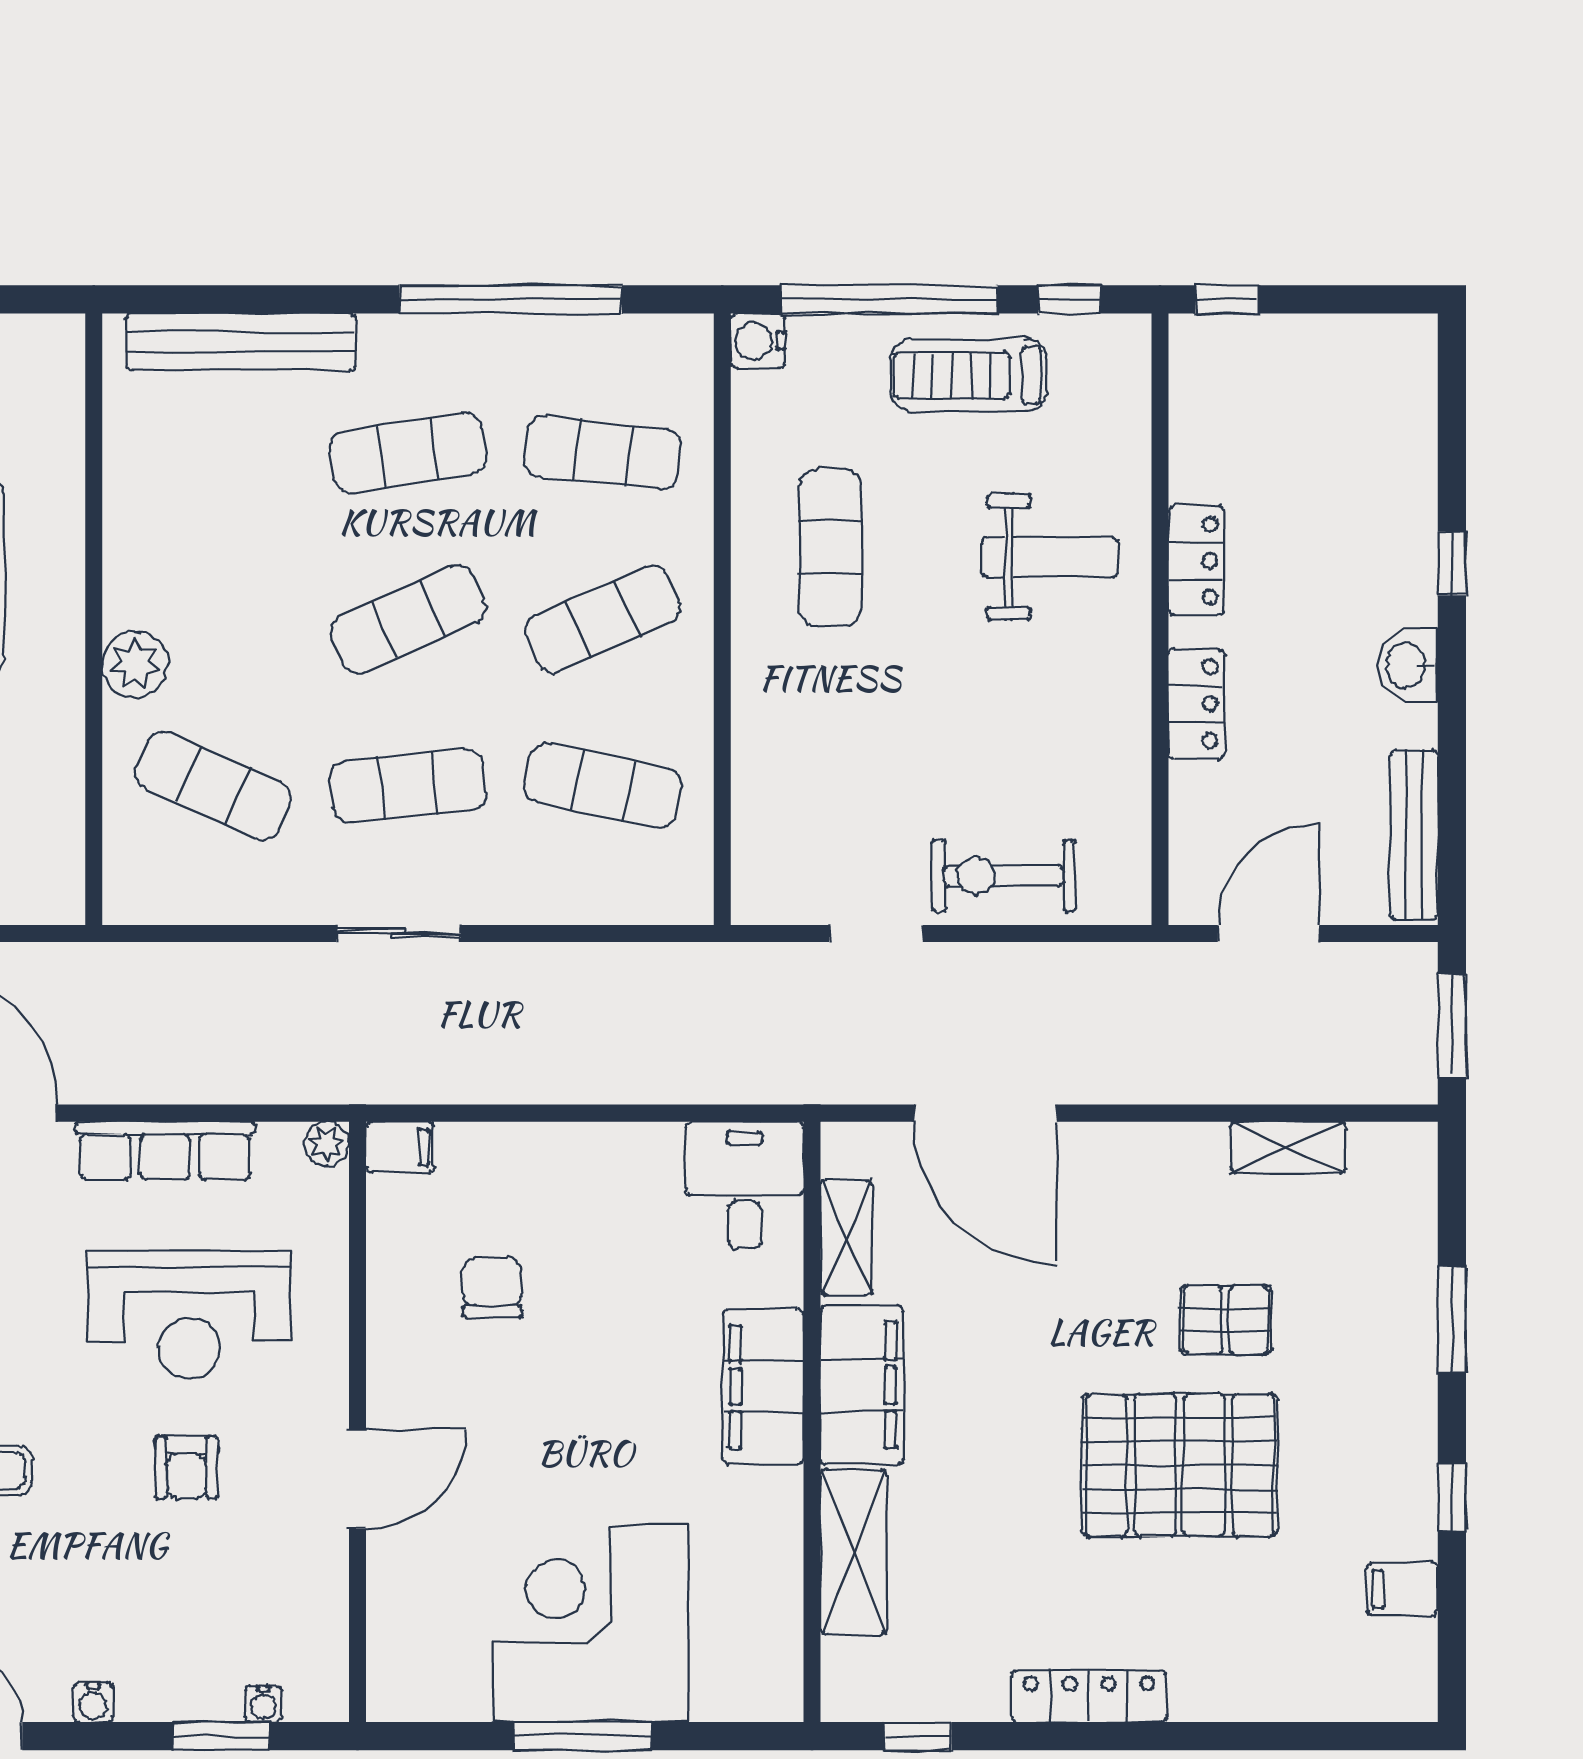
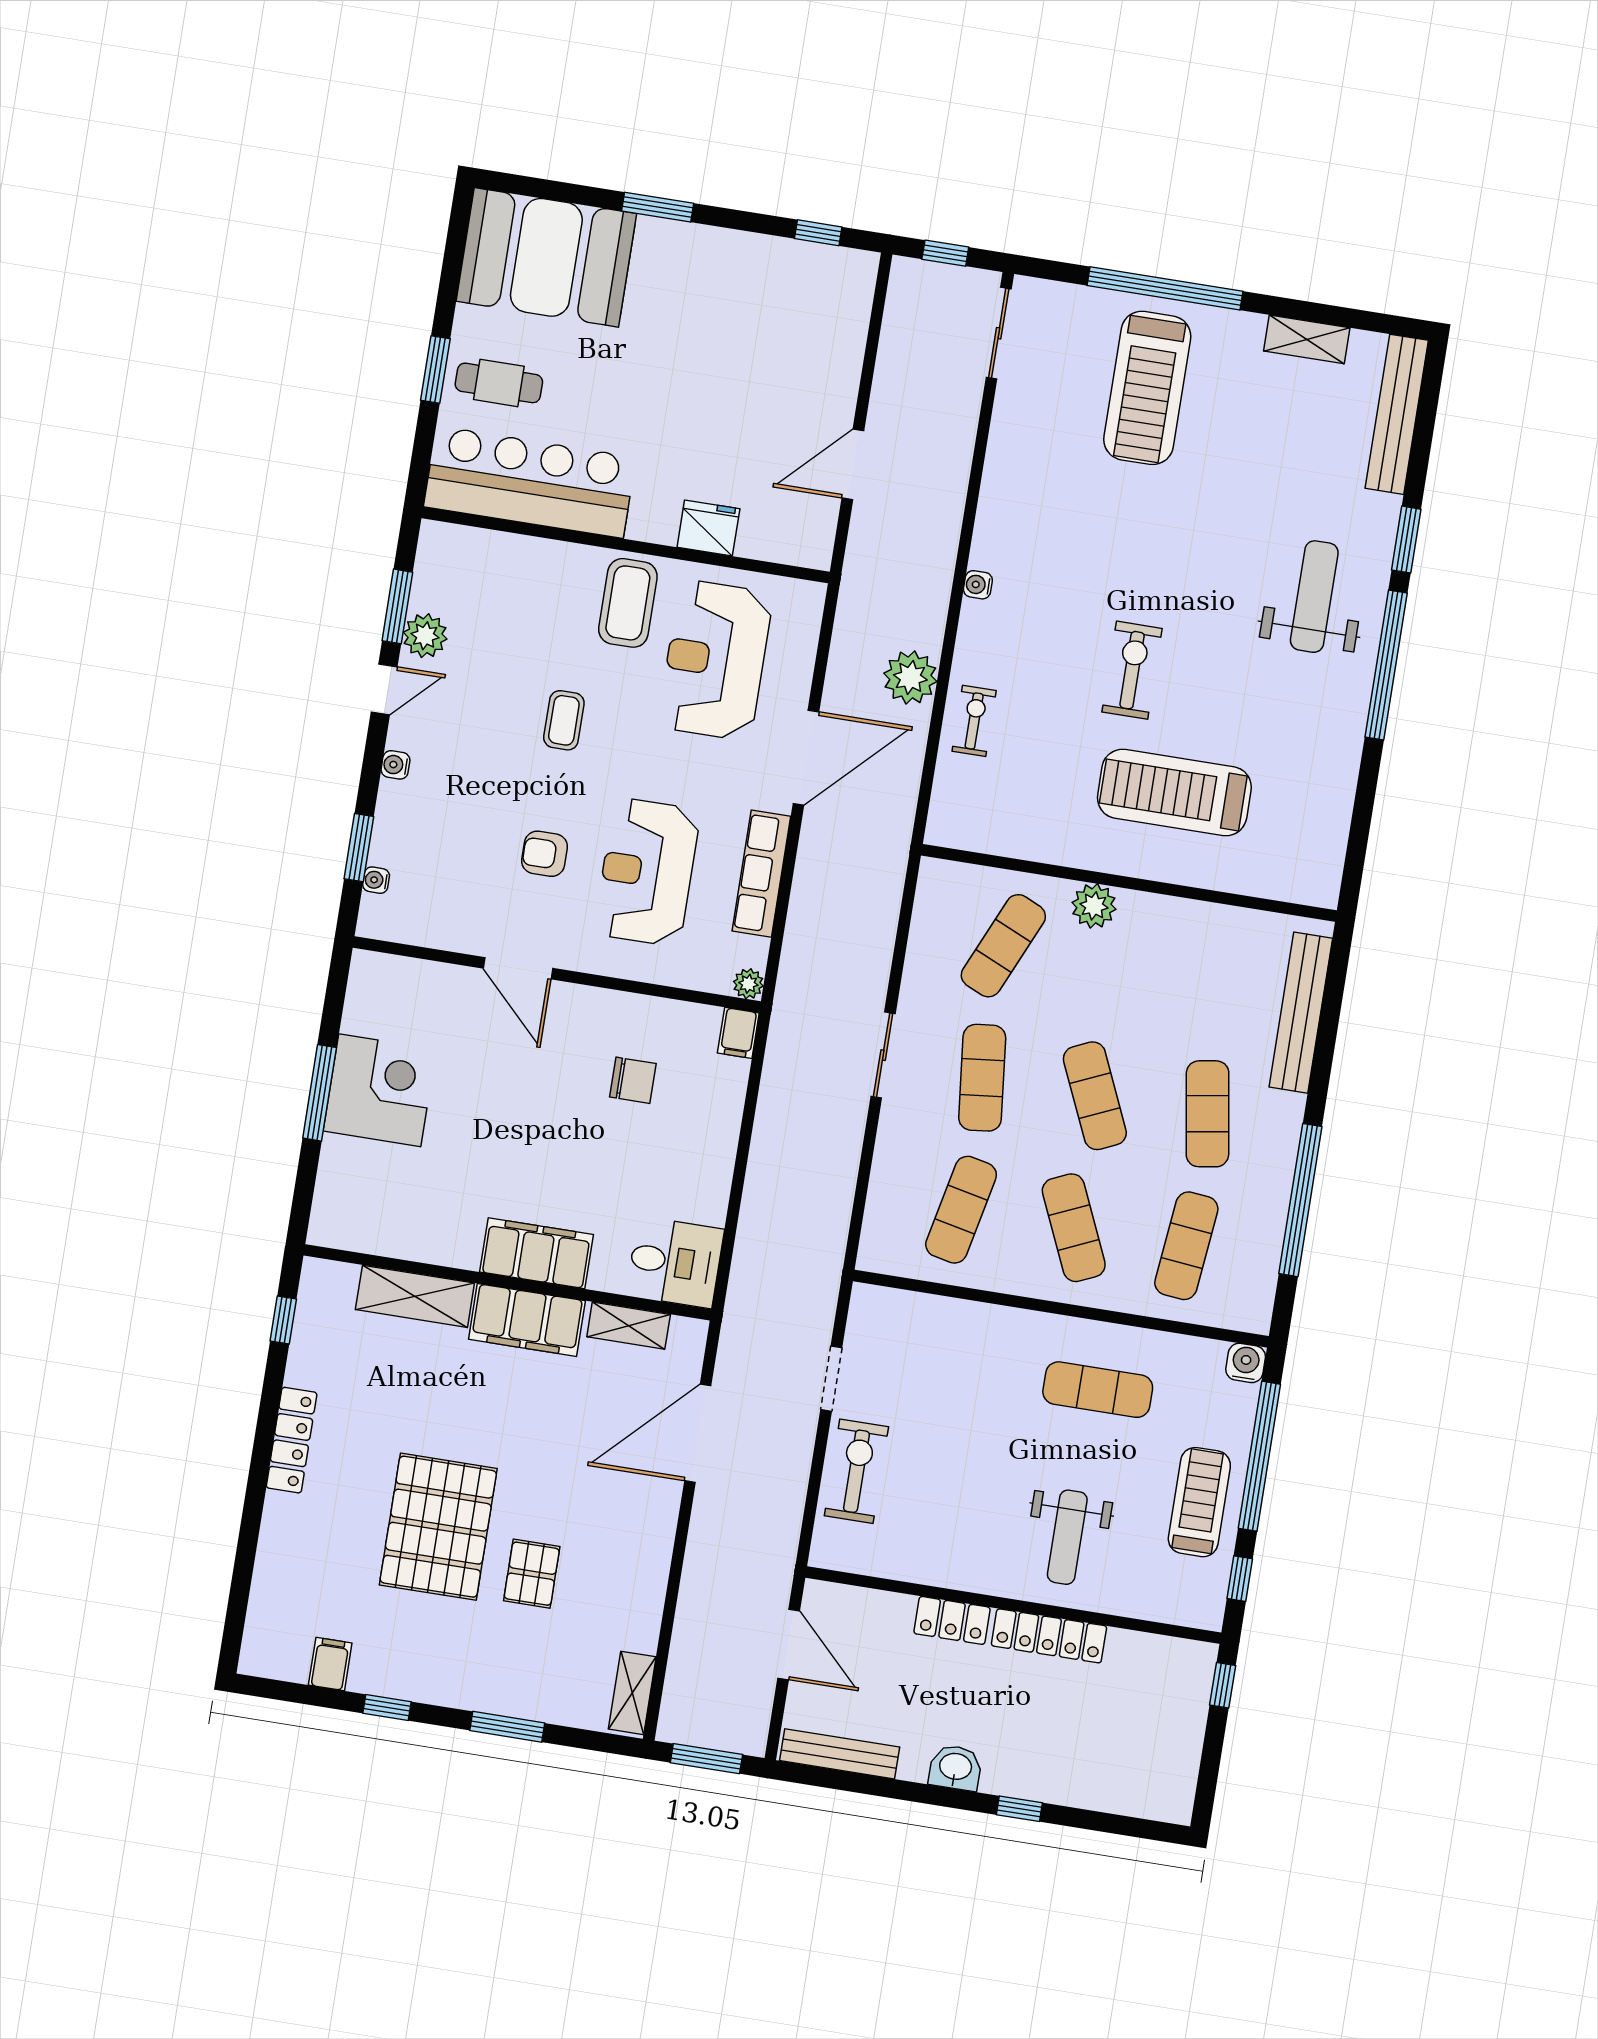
locker: (1196, 561) -> (1049, 1636), width x1.53
shelving: (1288, 1148) -> (632, 1693), moved
corner desk: (591, 1624) -> (380, 1090), width x0.74, depth x0.74

